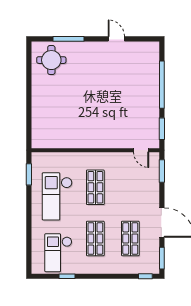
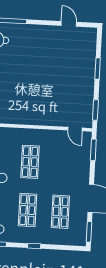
door: (116, 39) -> (69, 24), moved
window: (162, 85) -> (98, 68), width x0.47
window: (145, 276) -> (34, 246), moved

